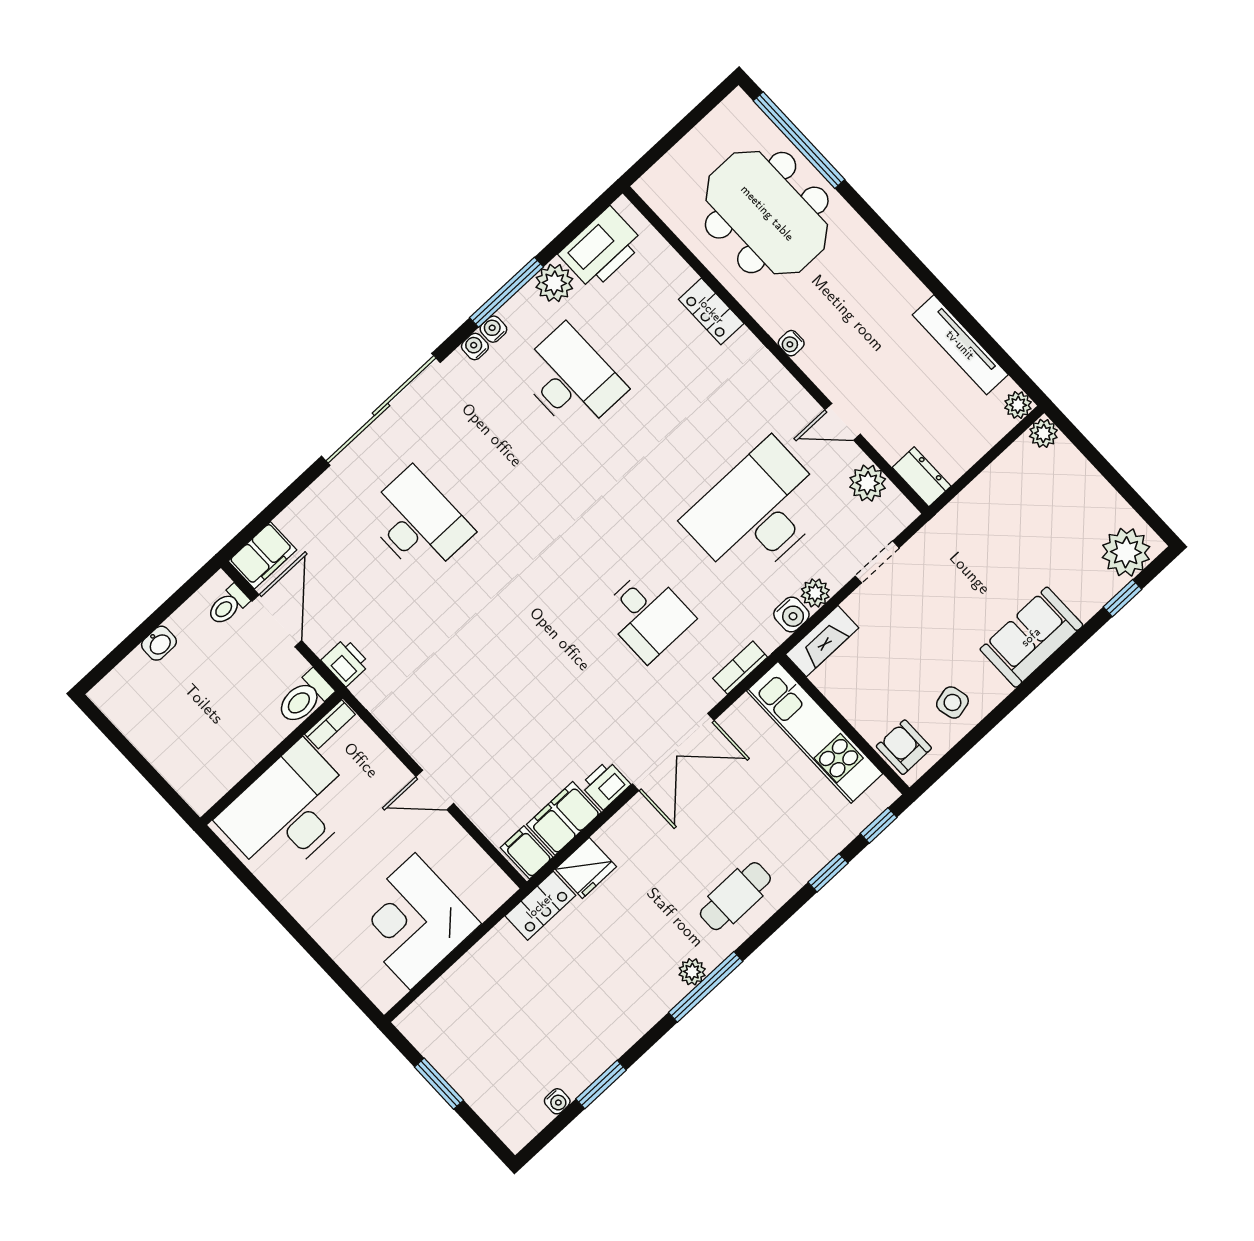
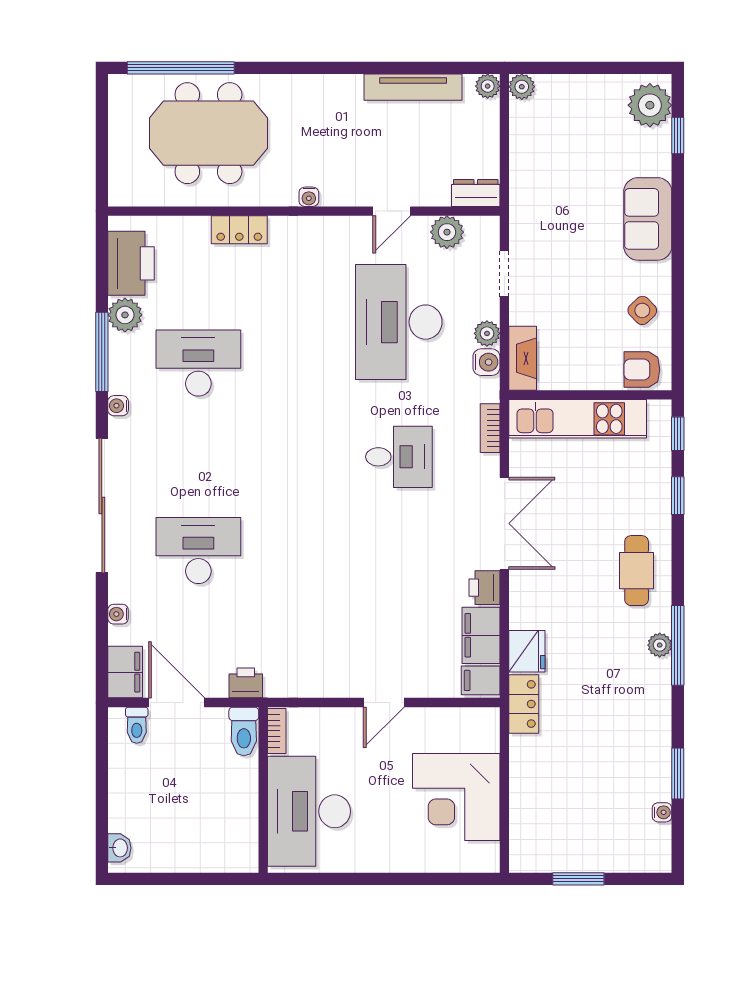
water cooler: (493, 329) -> (118, 614), moved
washbasin: (159, 643) -> (119, 848), moved
side table: (952, 702) -> (642, 310), turned -30

